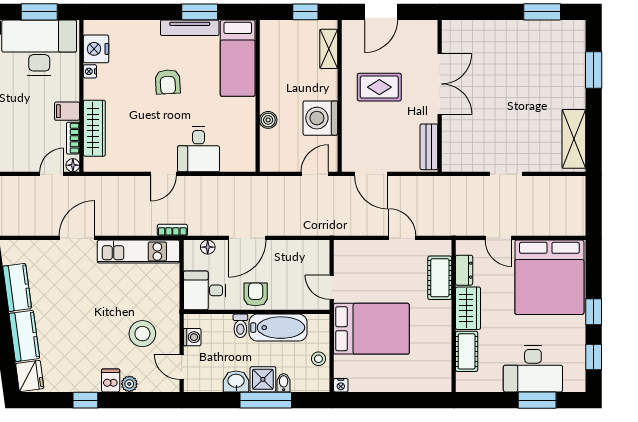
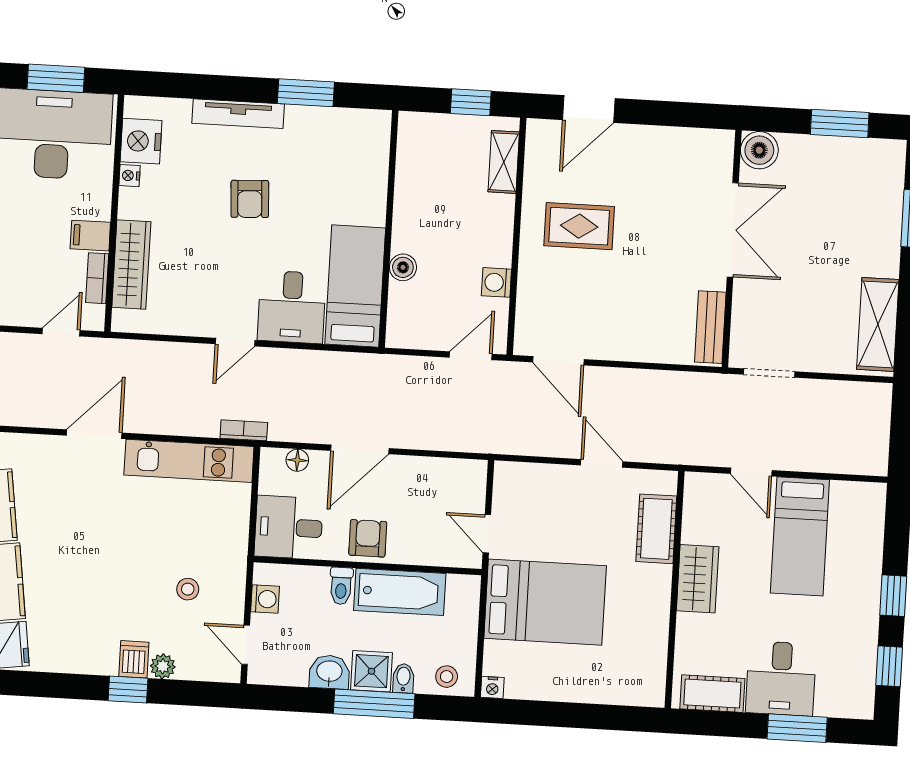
tv unit: (190, 28) -> (238, 114), moved
boiler: (492, 32) -> (759, 150), added
bed: (238, 58) -> (355, 286), moved, turned 180
double door: (440, 84) -> (733, 230), moved
wall: (440, 96) -> (732, 249), moved
washing machine: (320, 118) -> (496, 282), width x0.53, depth x0.53
bench: (429, 147) -> (710, 327), moved
floor lamp: (73, 165) -> (94, 320), removed
dresser: (464, 270) -> (695, 519), removed
bed: (549, 277) -> (800, 536), width x0.49
stool: (142, 334) -> (188, 589), width x0.53, depth x0.53
cot: (467, 351) -> (712, 694), moved, turned 90
stool: (318, 359) -> (447, 677), moved
desk: (533, 369) -> (781, 678), width x0.73
window: (85, 400) -> (128, 690), moved

